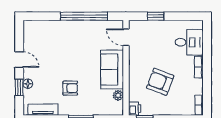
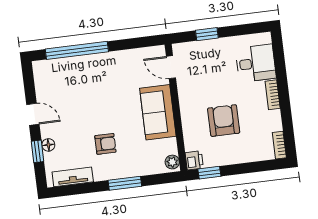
window: (84, 16) -> (77, 50), moved
armchair: (160, 82) -> (224, 121), turned 69
plant: (118, 95) -> (172, 162), moved

